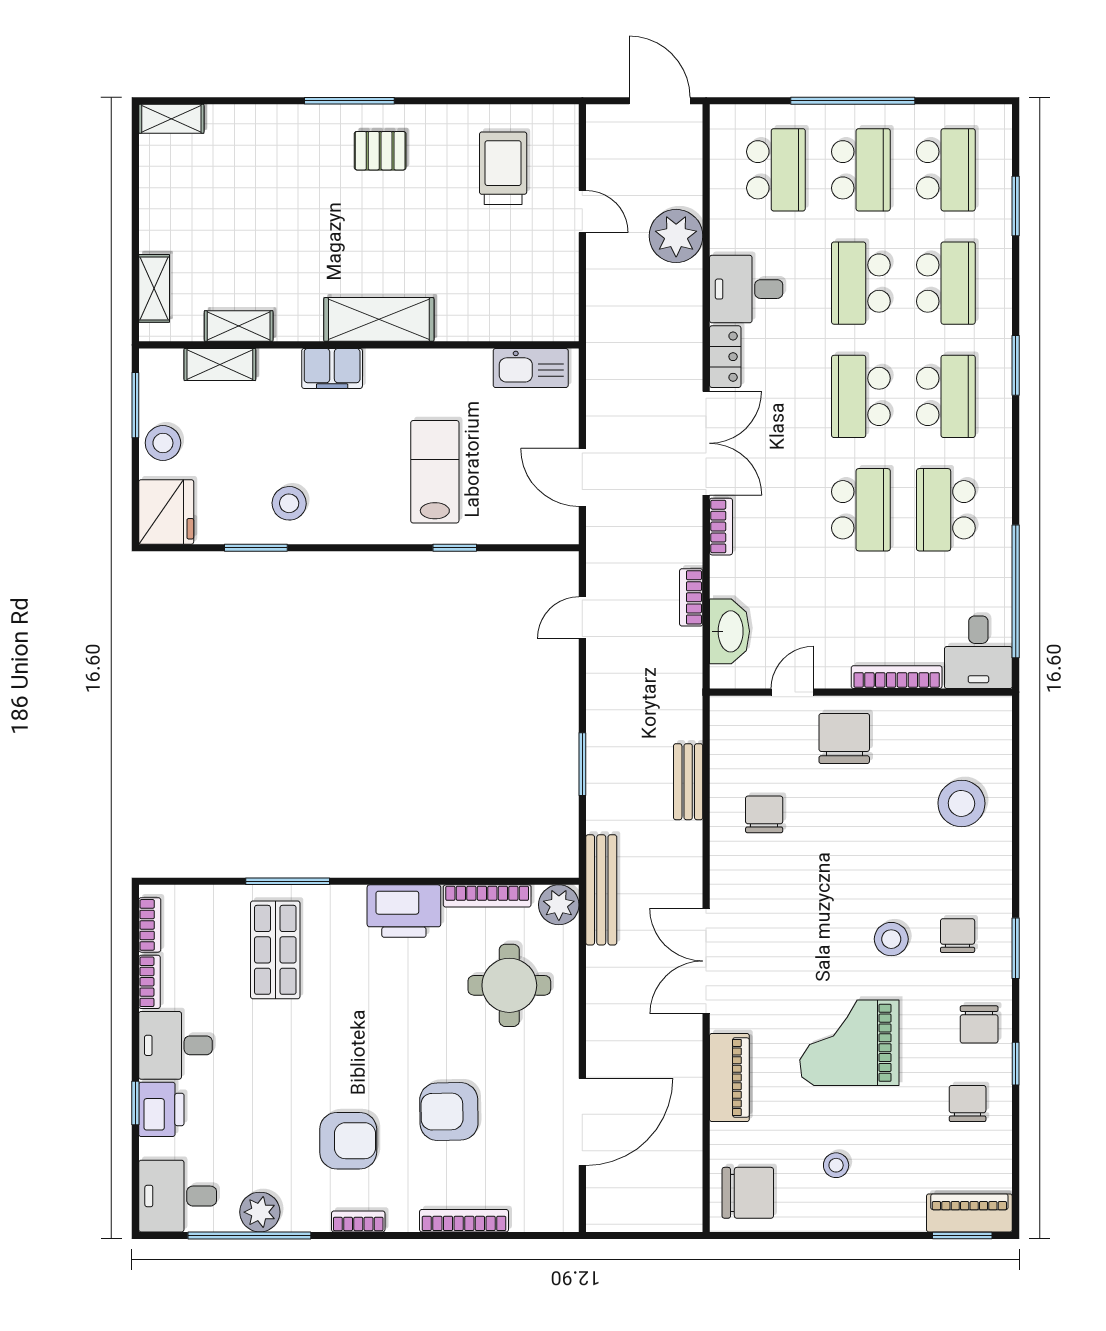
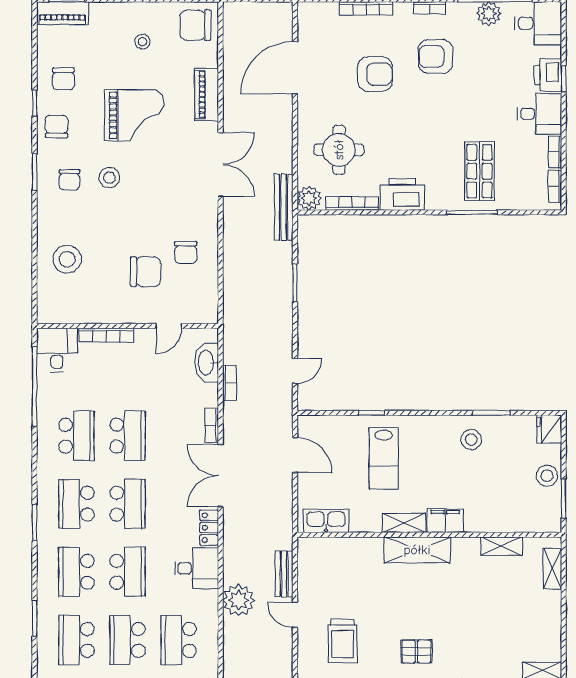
shelving: (220, 364) -> (404, 523), moved
school desk: (861, 510) -> (128, 436), turned 180
fridge: (166, 512) -> (549, 429), width x0.73, depth x0.75
chair: (844, 738) -> (145, 272), moved, turned -90
bench: (688, 782) -> (284, 574), moved

